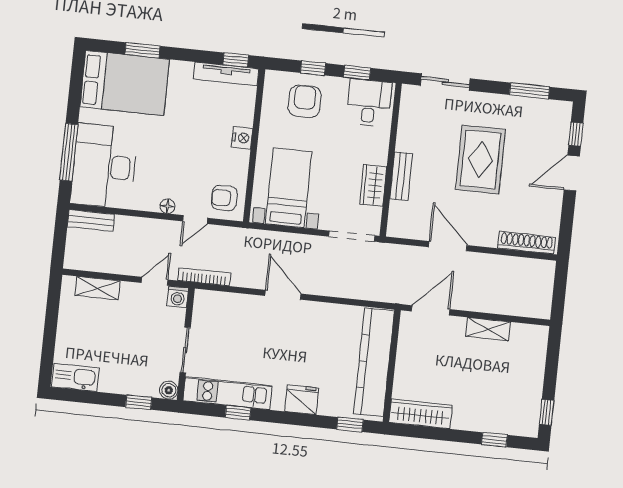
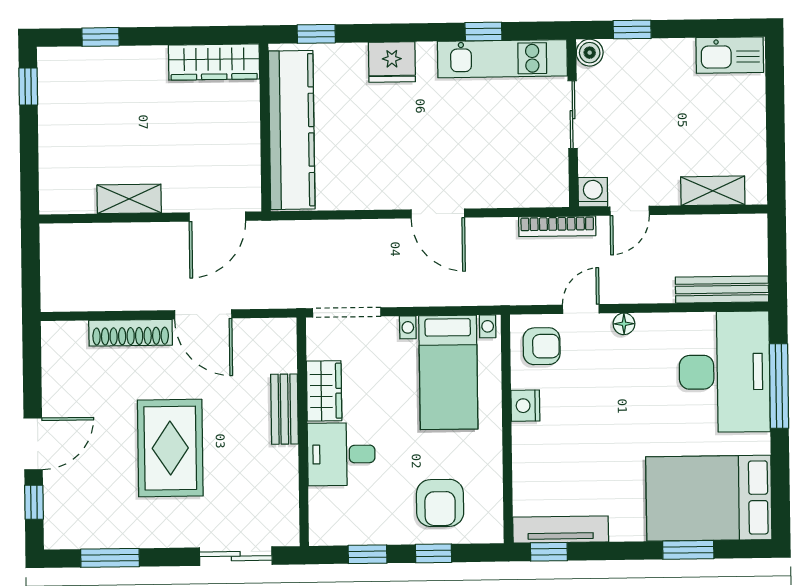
desk: (369, 103) -> (341, 454), moved, turned 90
nightstand: (242, 138) -> (525, 406), moved
bench: (91, 221) -> (722, 289), width x1.36
shoe rack: (527, 243) -> (131, 333), moved

